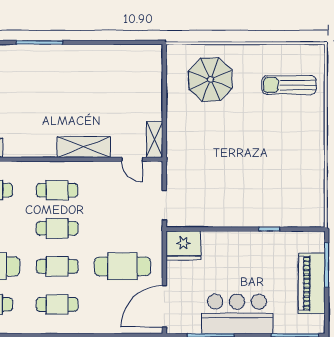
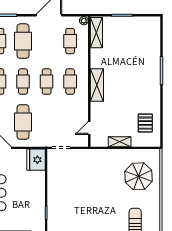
pallet: (124, 69) -> (145, 123), added
shelving: (155, 139) -> (120, 142), moved
shelving: (84, 147) -> (97, 85), moved

